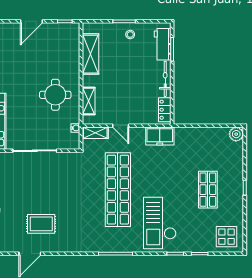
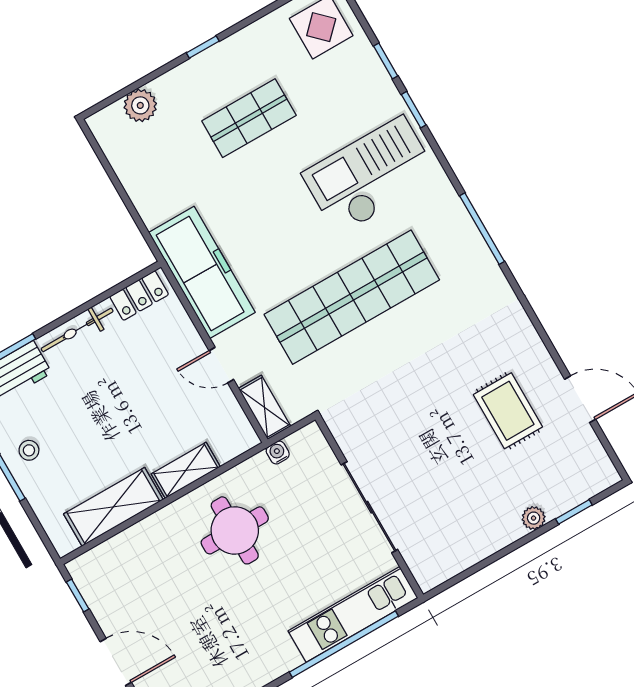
shelving: (89, 101) -> (186, 470), moved
door: (121, 126) -> (221, 365), swing flipped
plant: (236, 134) -> (140, 105), moved
freezer: (160, 136) -> (202, 272), width x1.91, depth x1.26
checkout: (160, 223) -> (370, 176), turned 180

